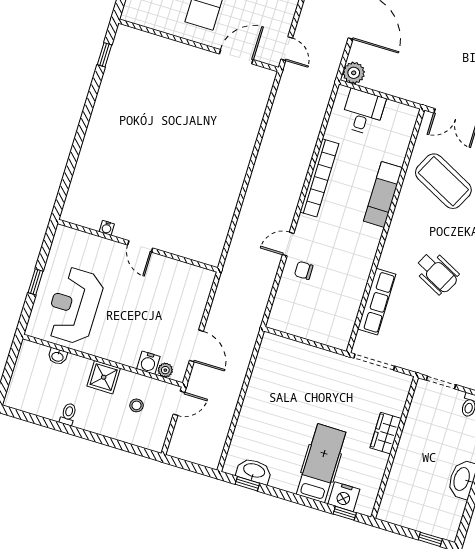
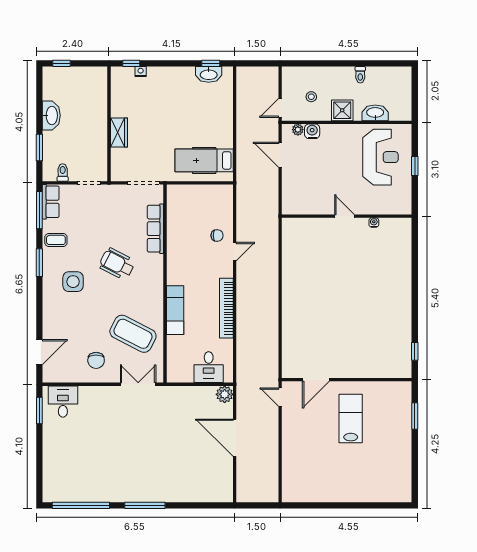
washbasin: (58, 356) -> (375, 113), width x1.91, depth x1.45
hospital bed: (321, 463) -> (204, 160), moved, turned 90
nightstand: (344, 497) -> (141, 72), width x0.53, depth x0.56

